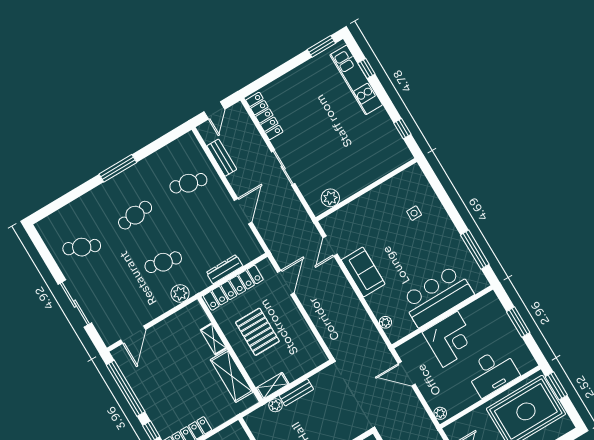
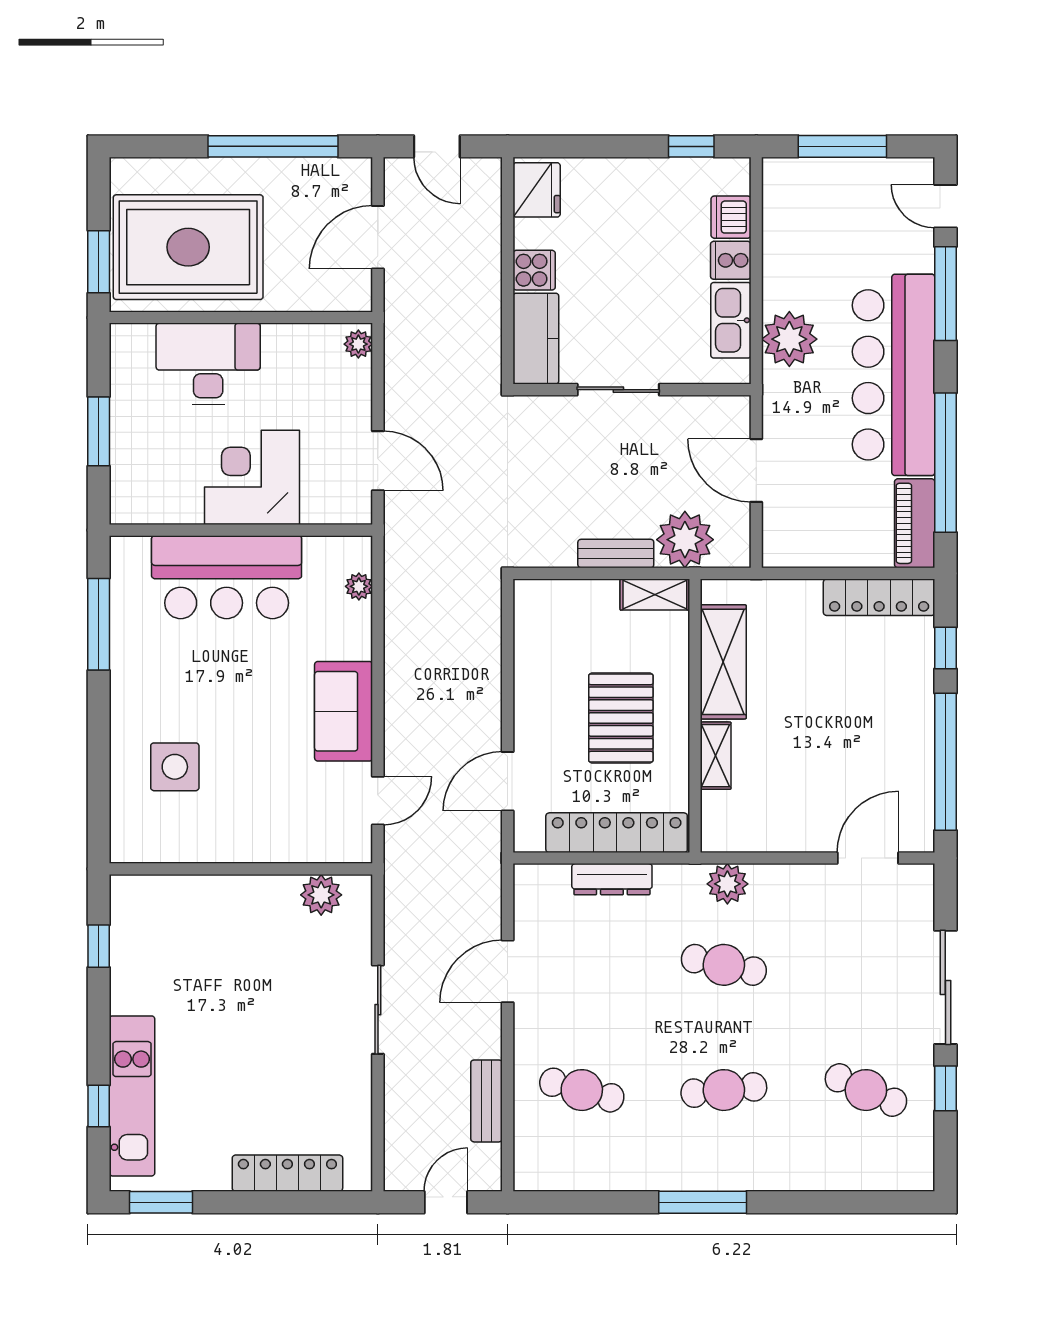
locker: (264, 116) -> (287, 1173), moved, turned 90
side table: (414, 213) -> (175, 767), width x1.87, depth x1.87
window: (52, 266) -> (945, 1088), added
plant: (275, 405) -> (685, 540), width x1.87, depth x1.87

